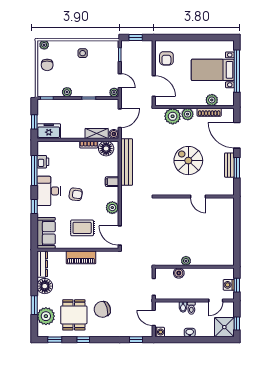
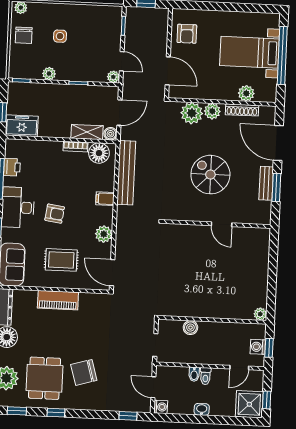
side table: (83, 53) -> (60, 36), moved
plant: (186, 261) -> (260, 314), moved

